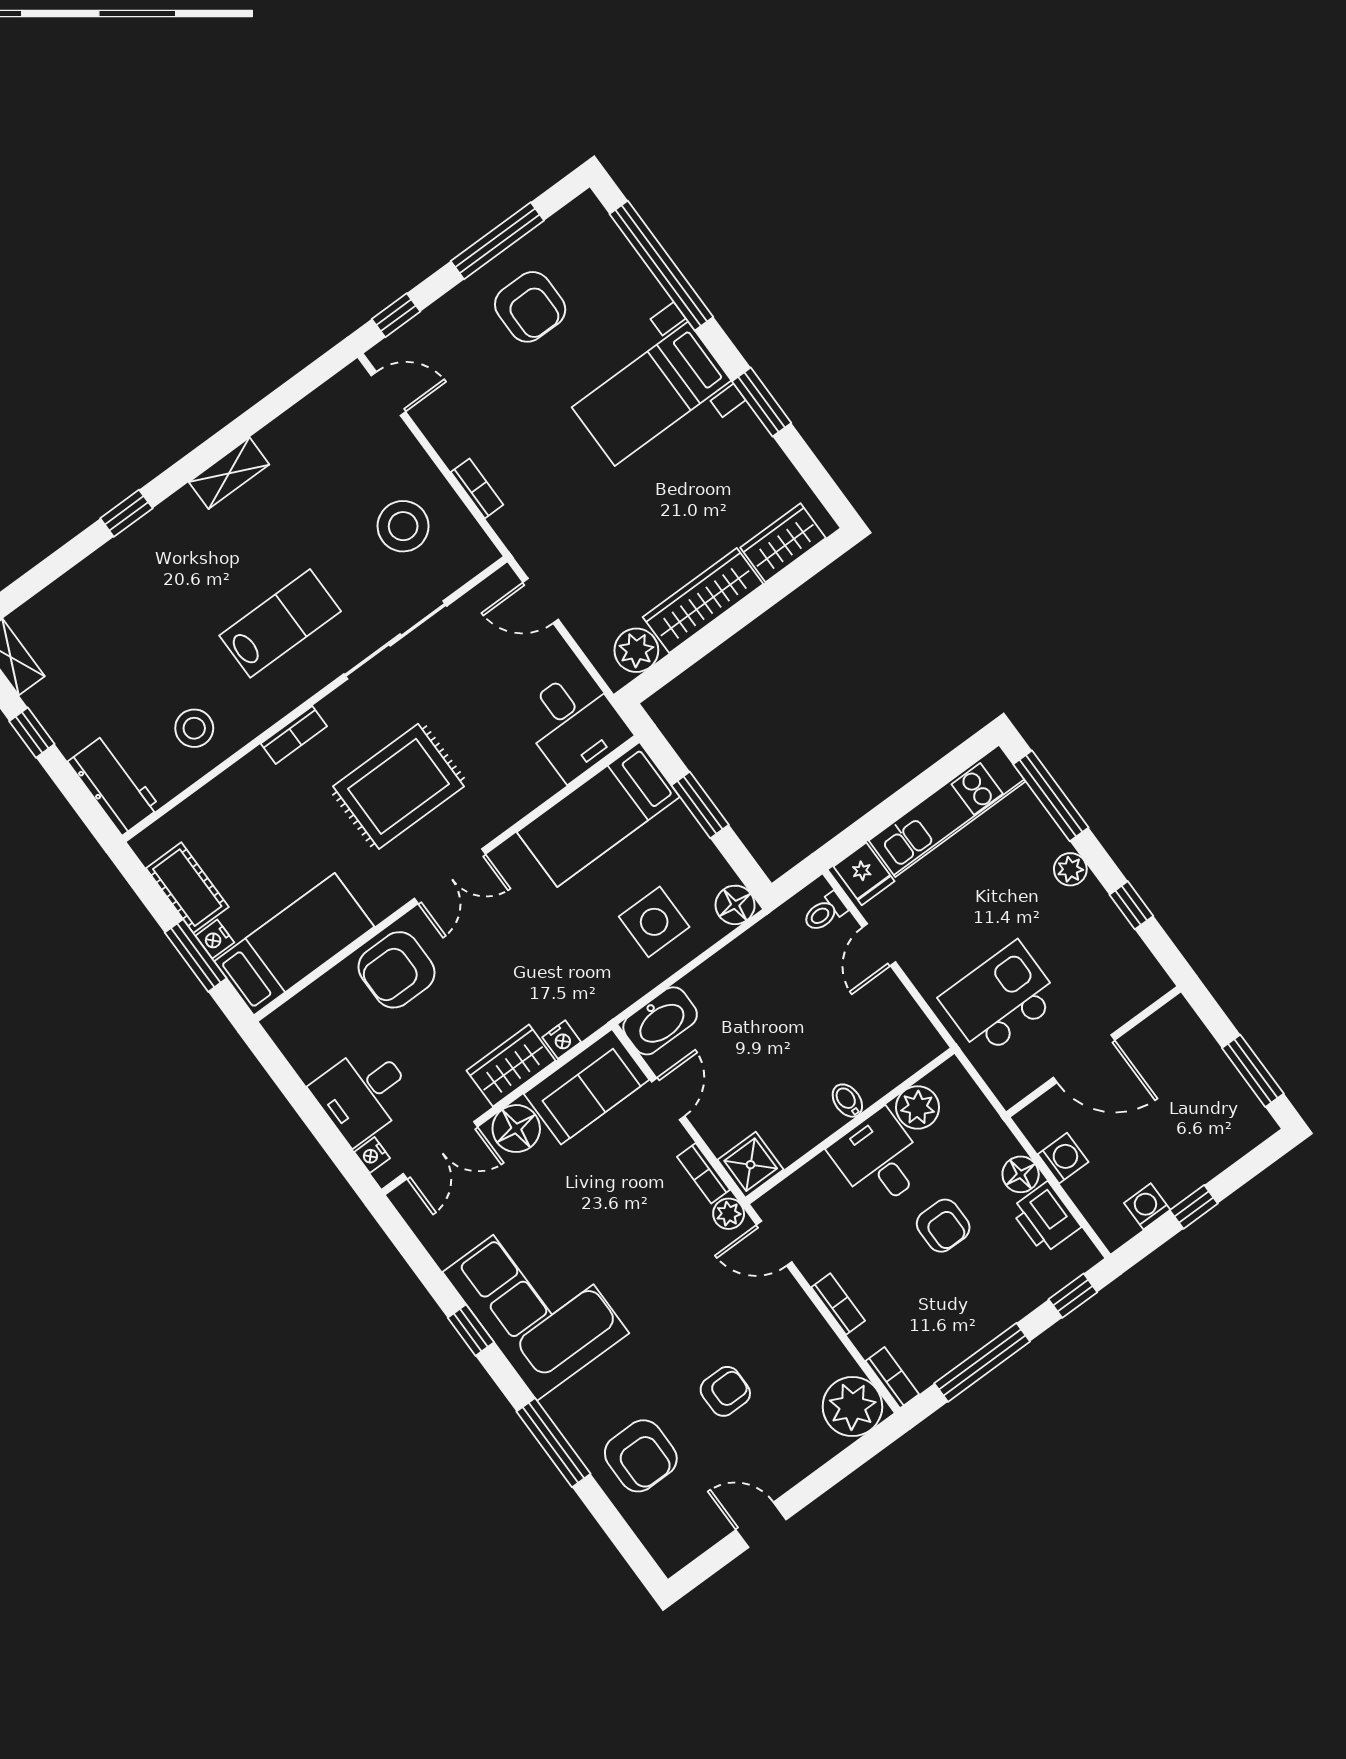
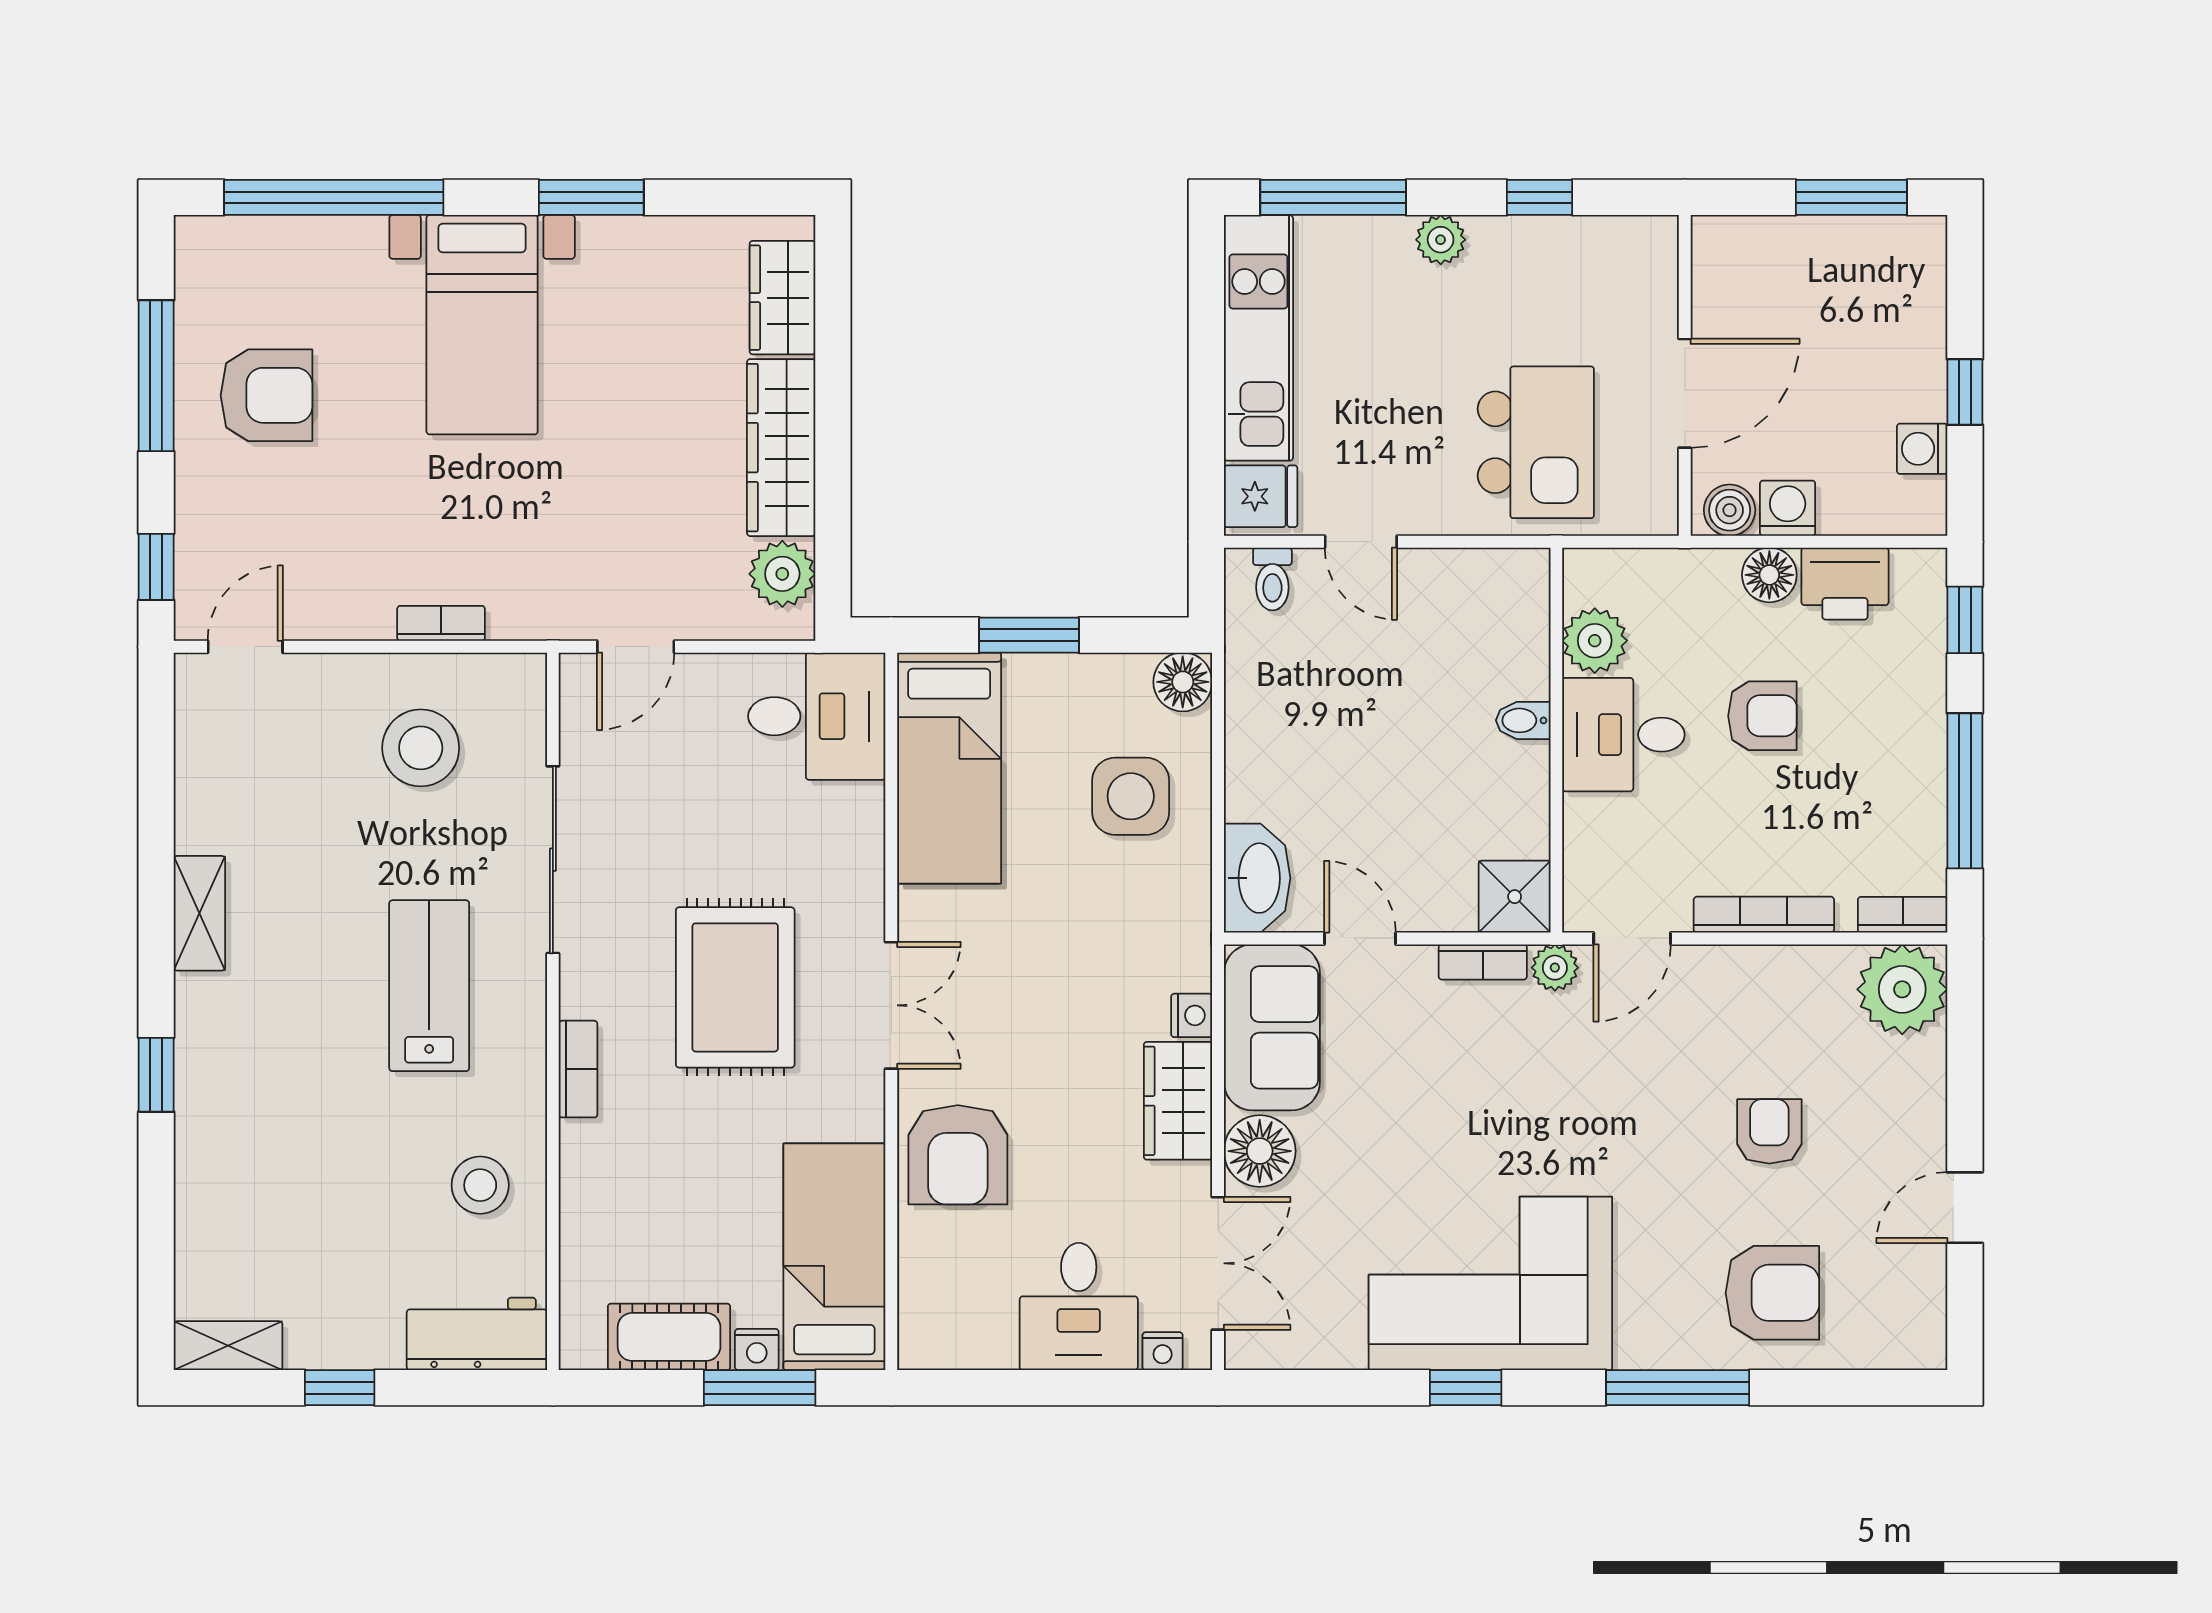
kitchen island: (1000, 999) -> (1536, 442), turned 180
boiler: (1039, 1128) -> (1730, 510), added
bookcase: (838, 1304) -> (1764, 915), width x1.56

